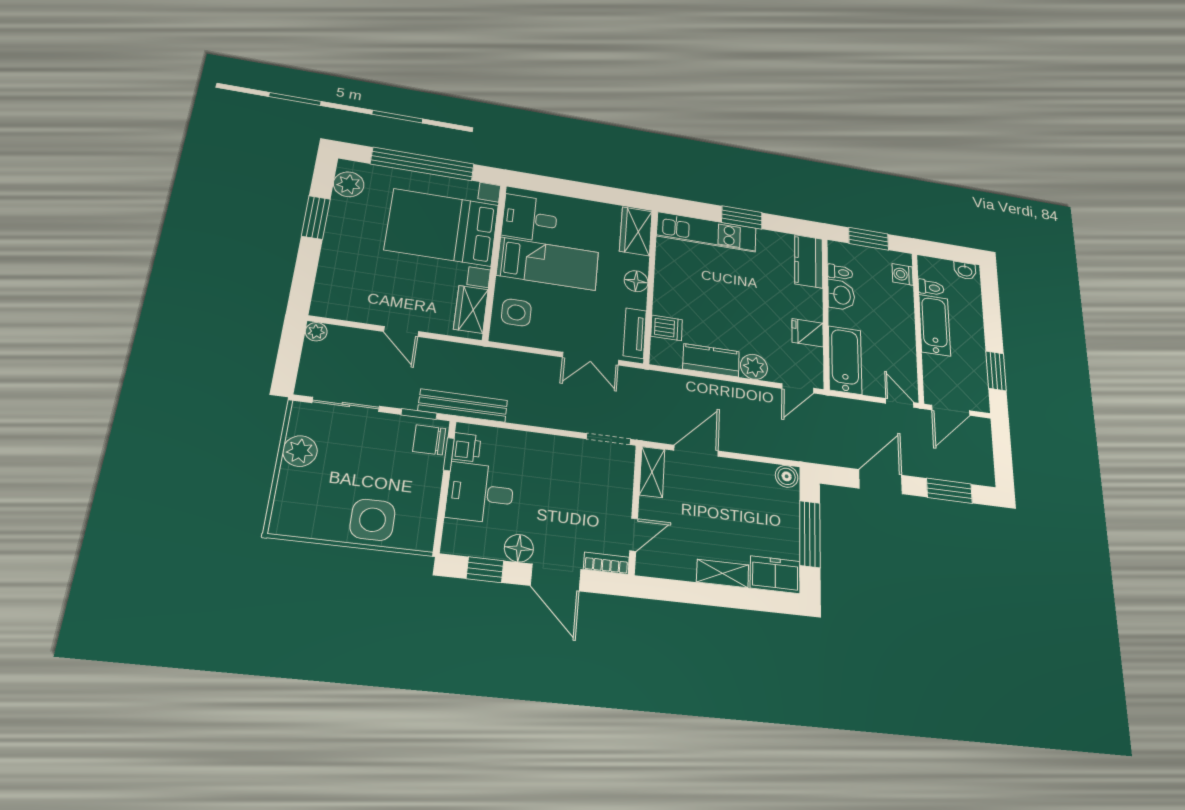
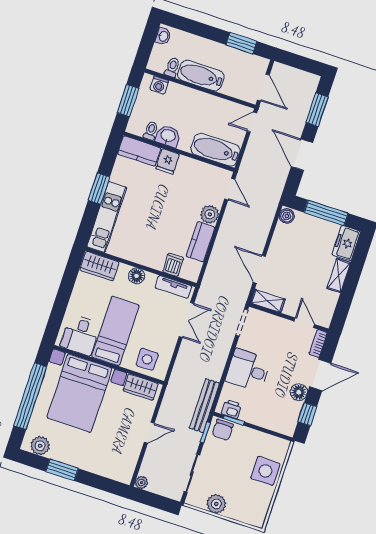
fridge: (808, 333) -> (168, 161), moved
desk: (480, 493) -> (248, 370), moved, turned 90

